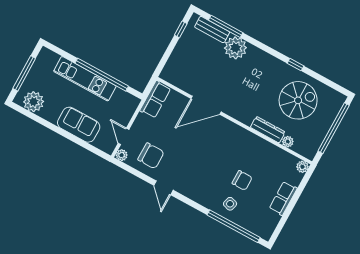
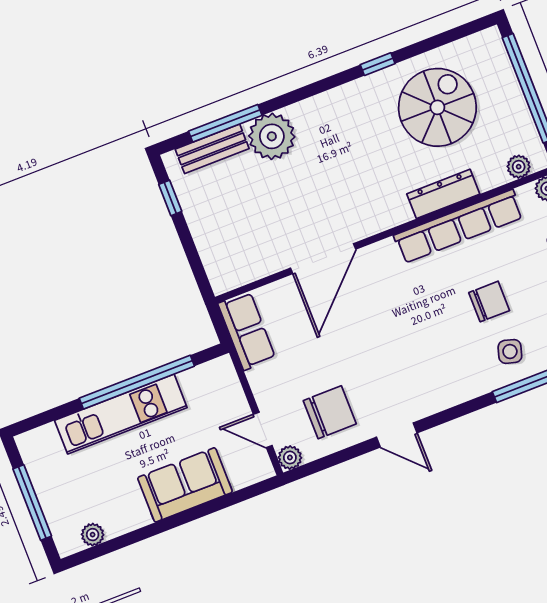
plant: (34, 102) -> (93, 535), width x0.53, depth x0.53
plant: (288, 142) -> (519, 167), moved
row of seats: (260, 145) -> (458, 226), added

